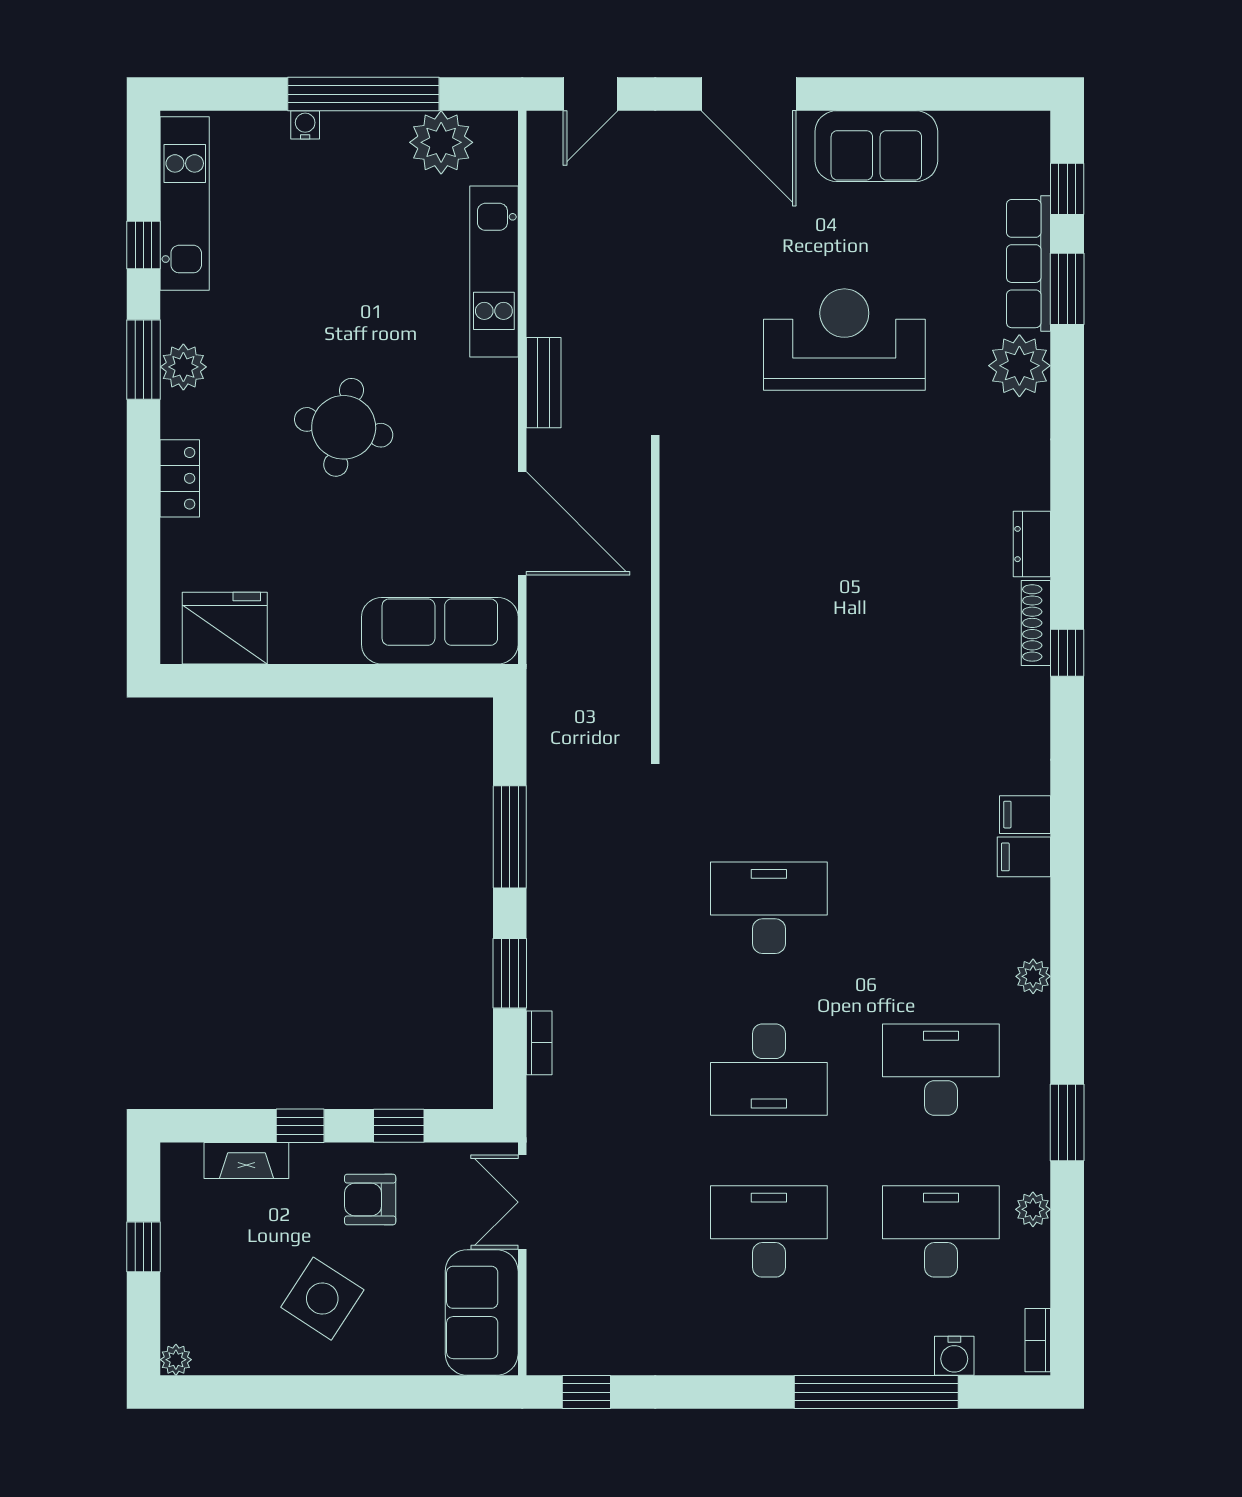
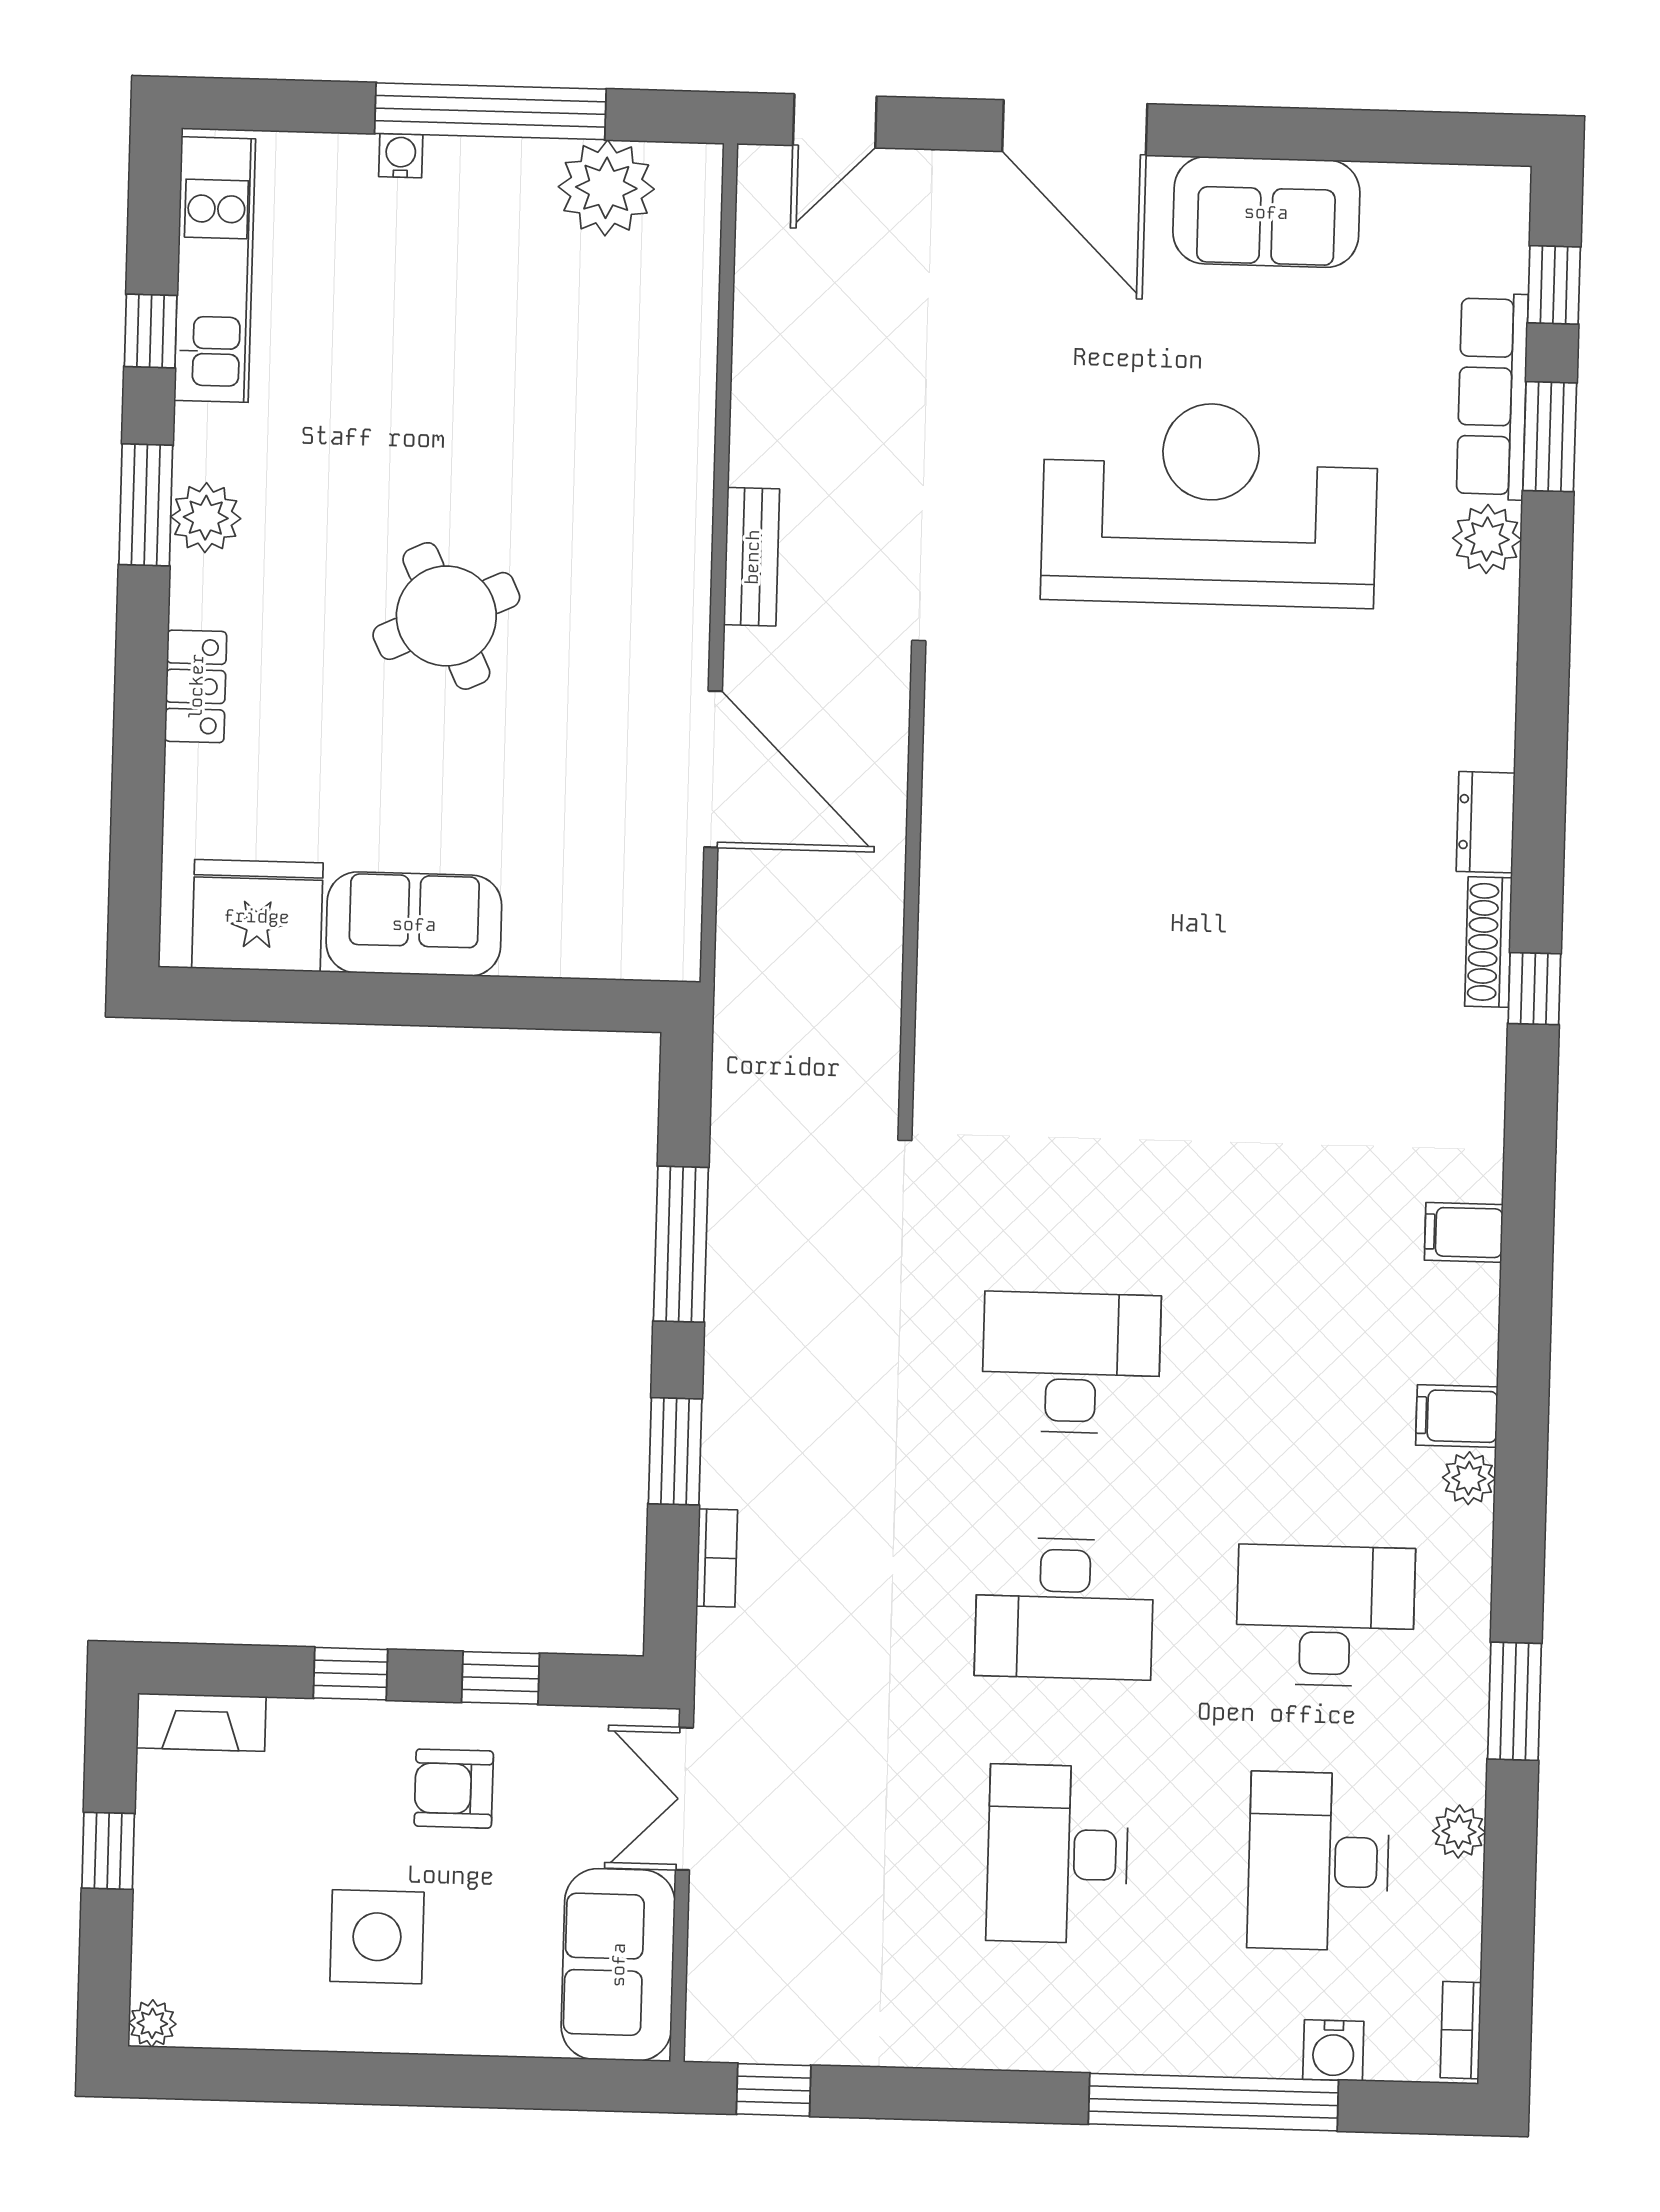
kitchen unit: (494, 272) -> (681, 386), removed
reception desk: (844, 340) -> (1210, 504), width x1.36, depth x1.30
plant: (1019, 366) -> (1487, 539), width x0.73, depth x0.73
round table: (344, 427) -> (446, 616), turned -37
sofa: (440, 631) -> (414, 924), moved, width x0.73
filing cabinet: (1024, 857) -> (1457, 1416), moved
fireplace: (246, 1160) -> (201, 1722), moved
desk: (769, 1231) -> (1057, 1854), turned -90
desk: (941, 1231) -> (1318, 1861), turned -90
side table: (322, 1299) -> (377, 1937), turned -33

